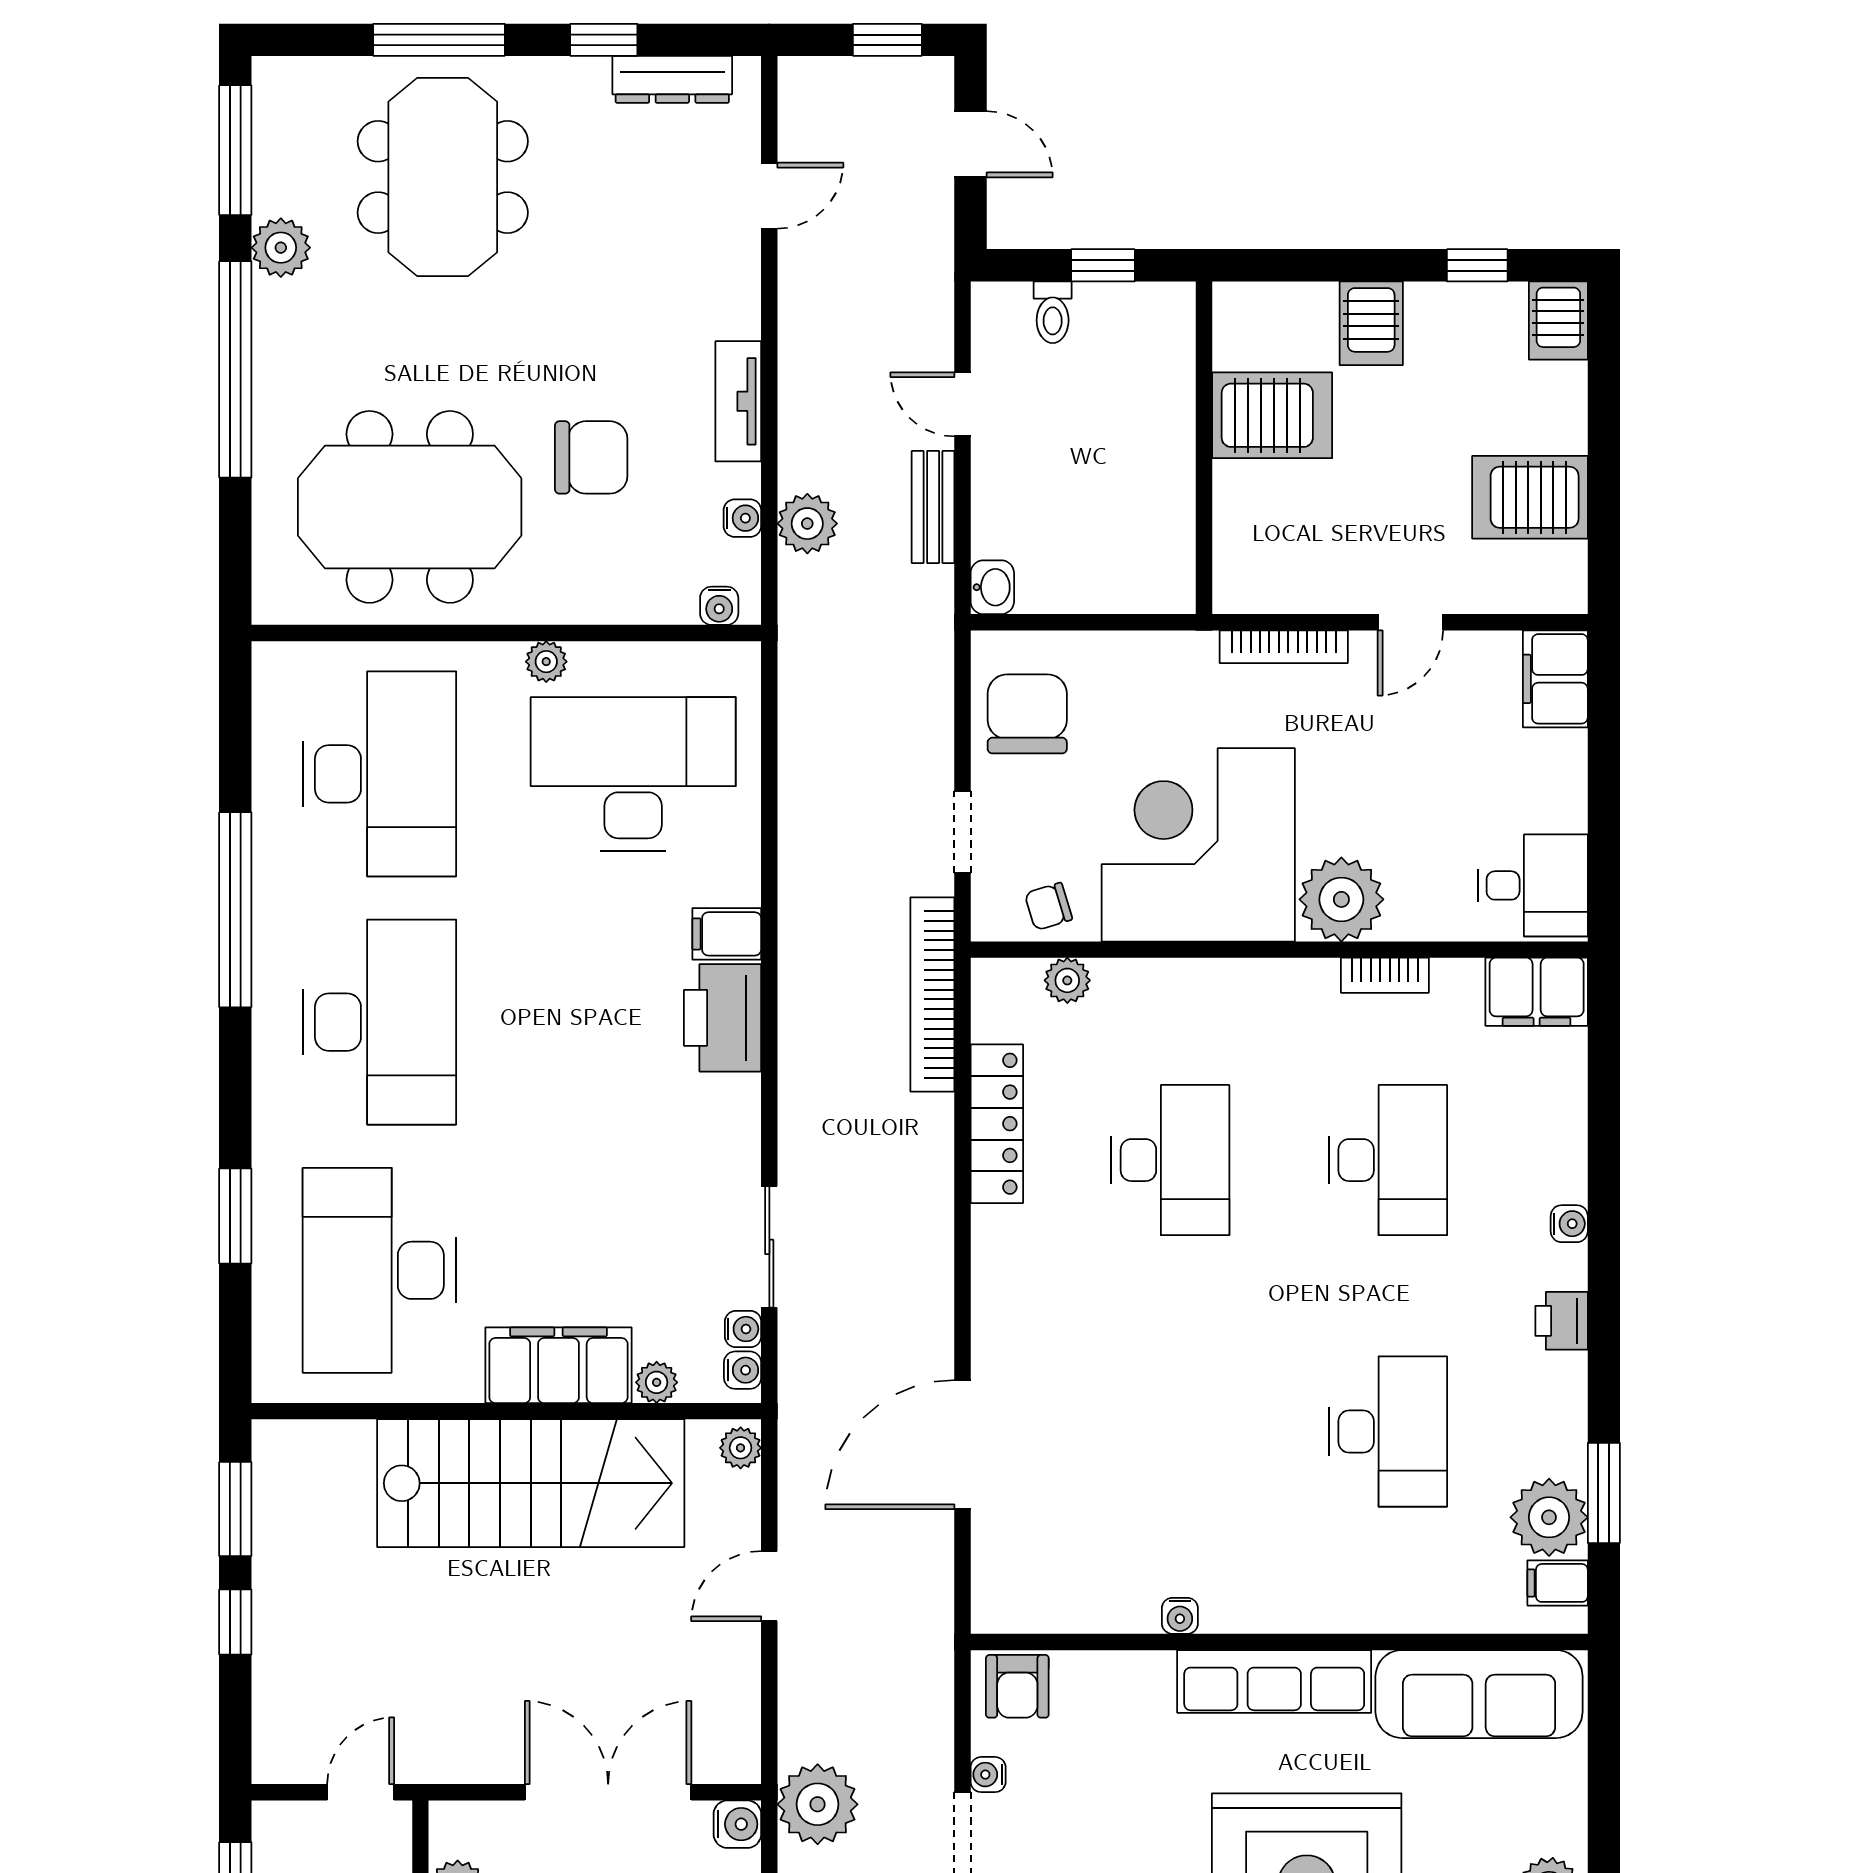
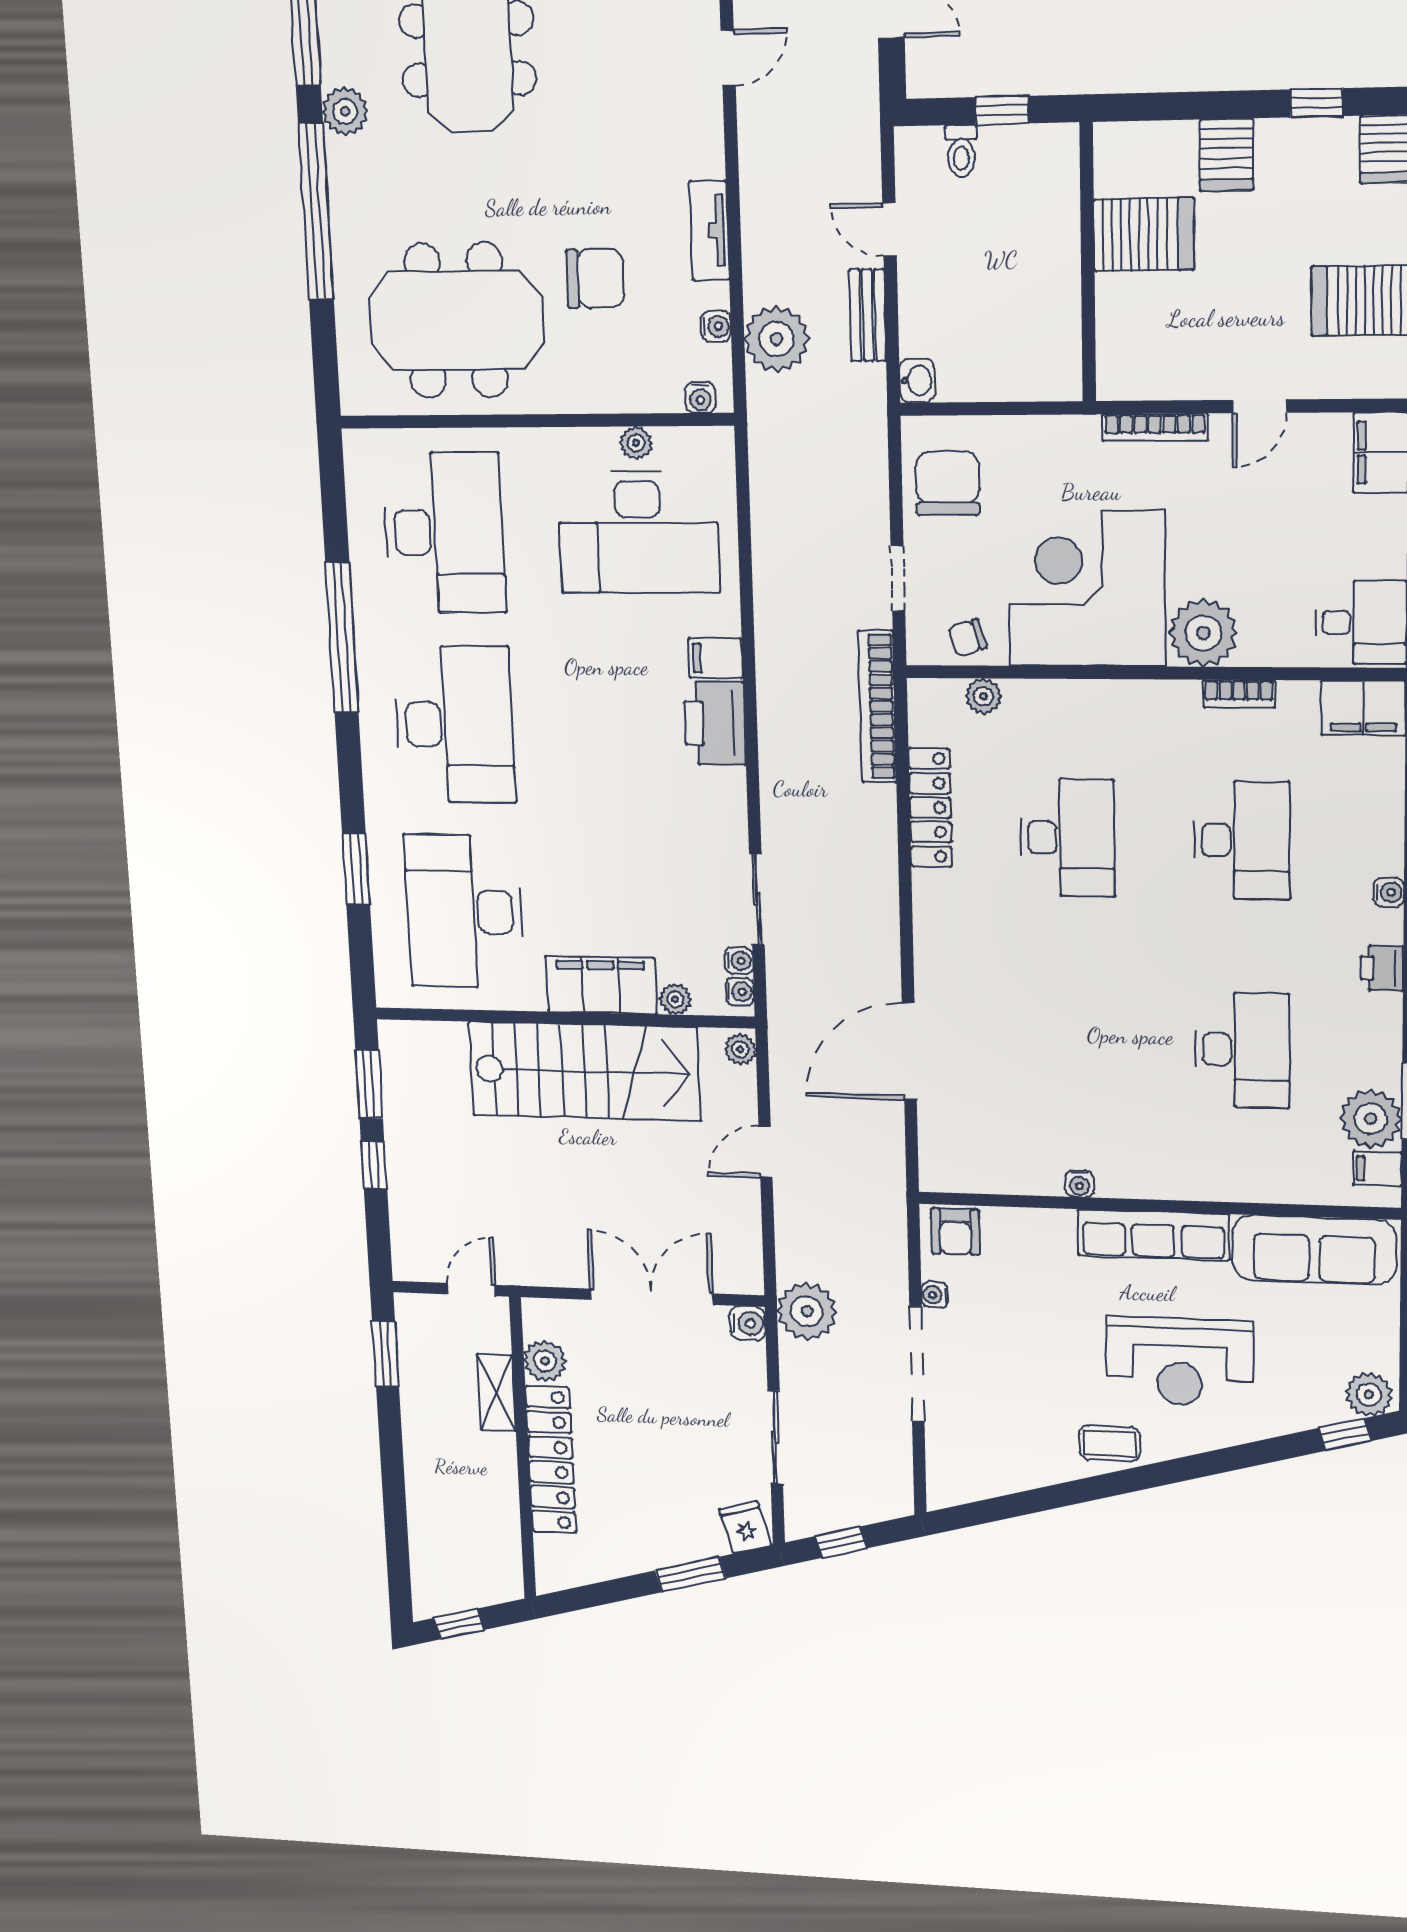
plant: (807, 524) -> (777, 339), width x1.36, depth x1.36
plant: (546, 662) -> (636, 443), moved
desk: (633, 774) -> (638, 532), turned 180

